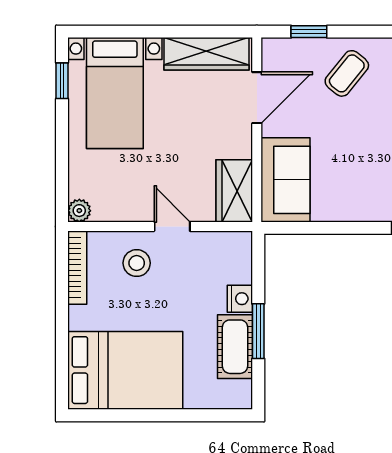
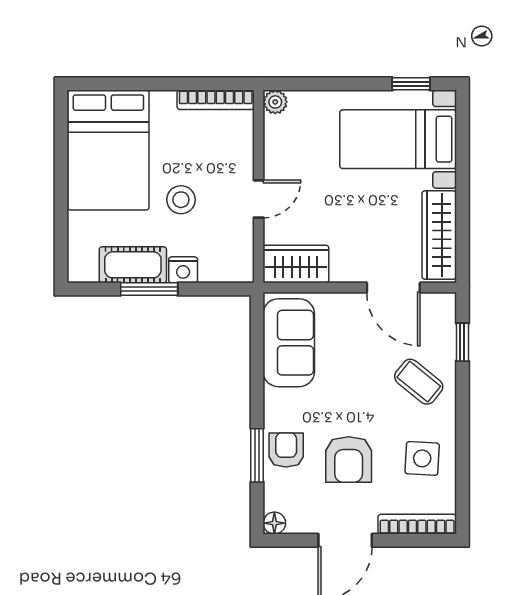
sofa: (286, 180) -> (289, 343), moved, turned -90
stool: (137, 263) -> (181, 200), moved

